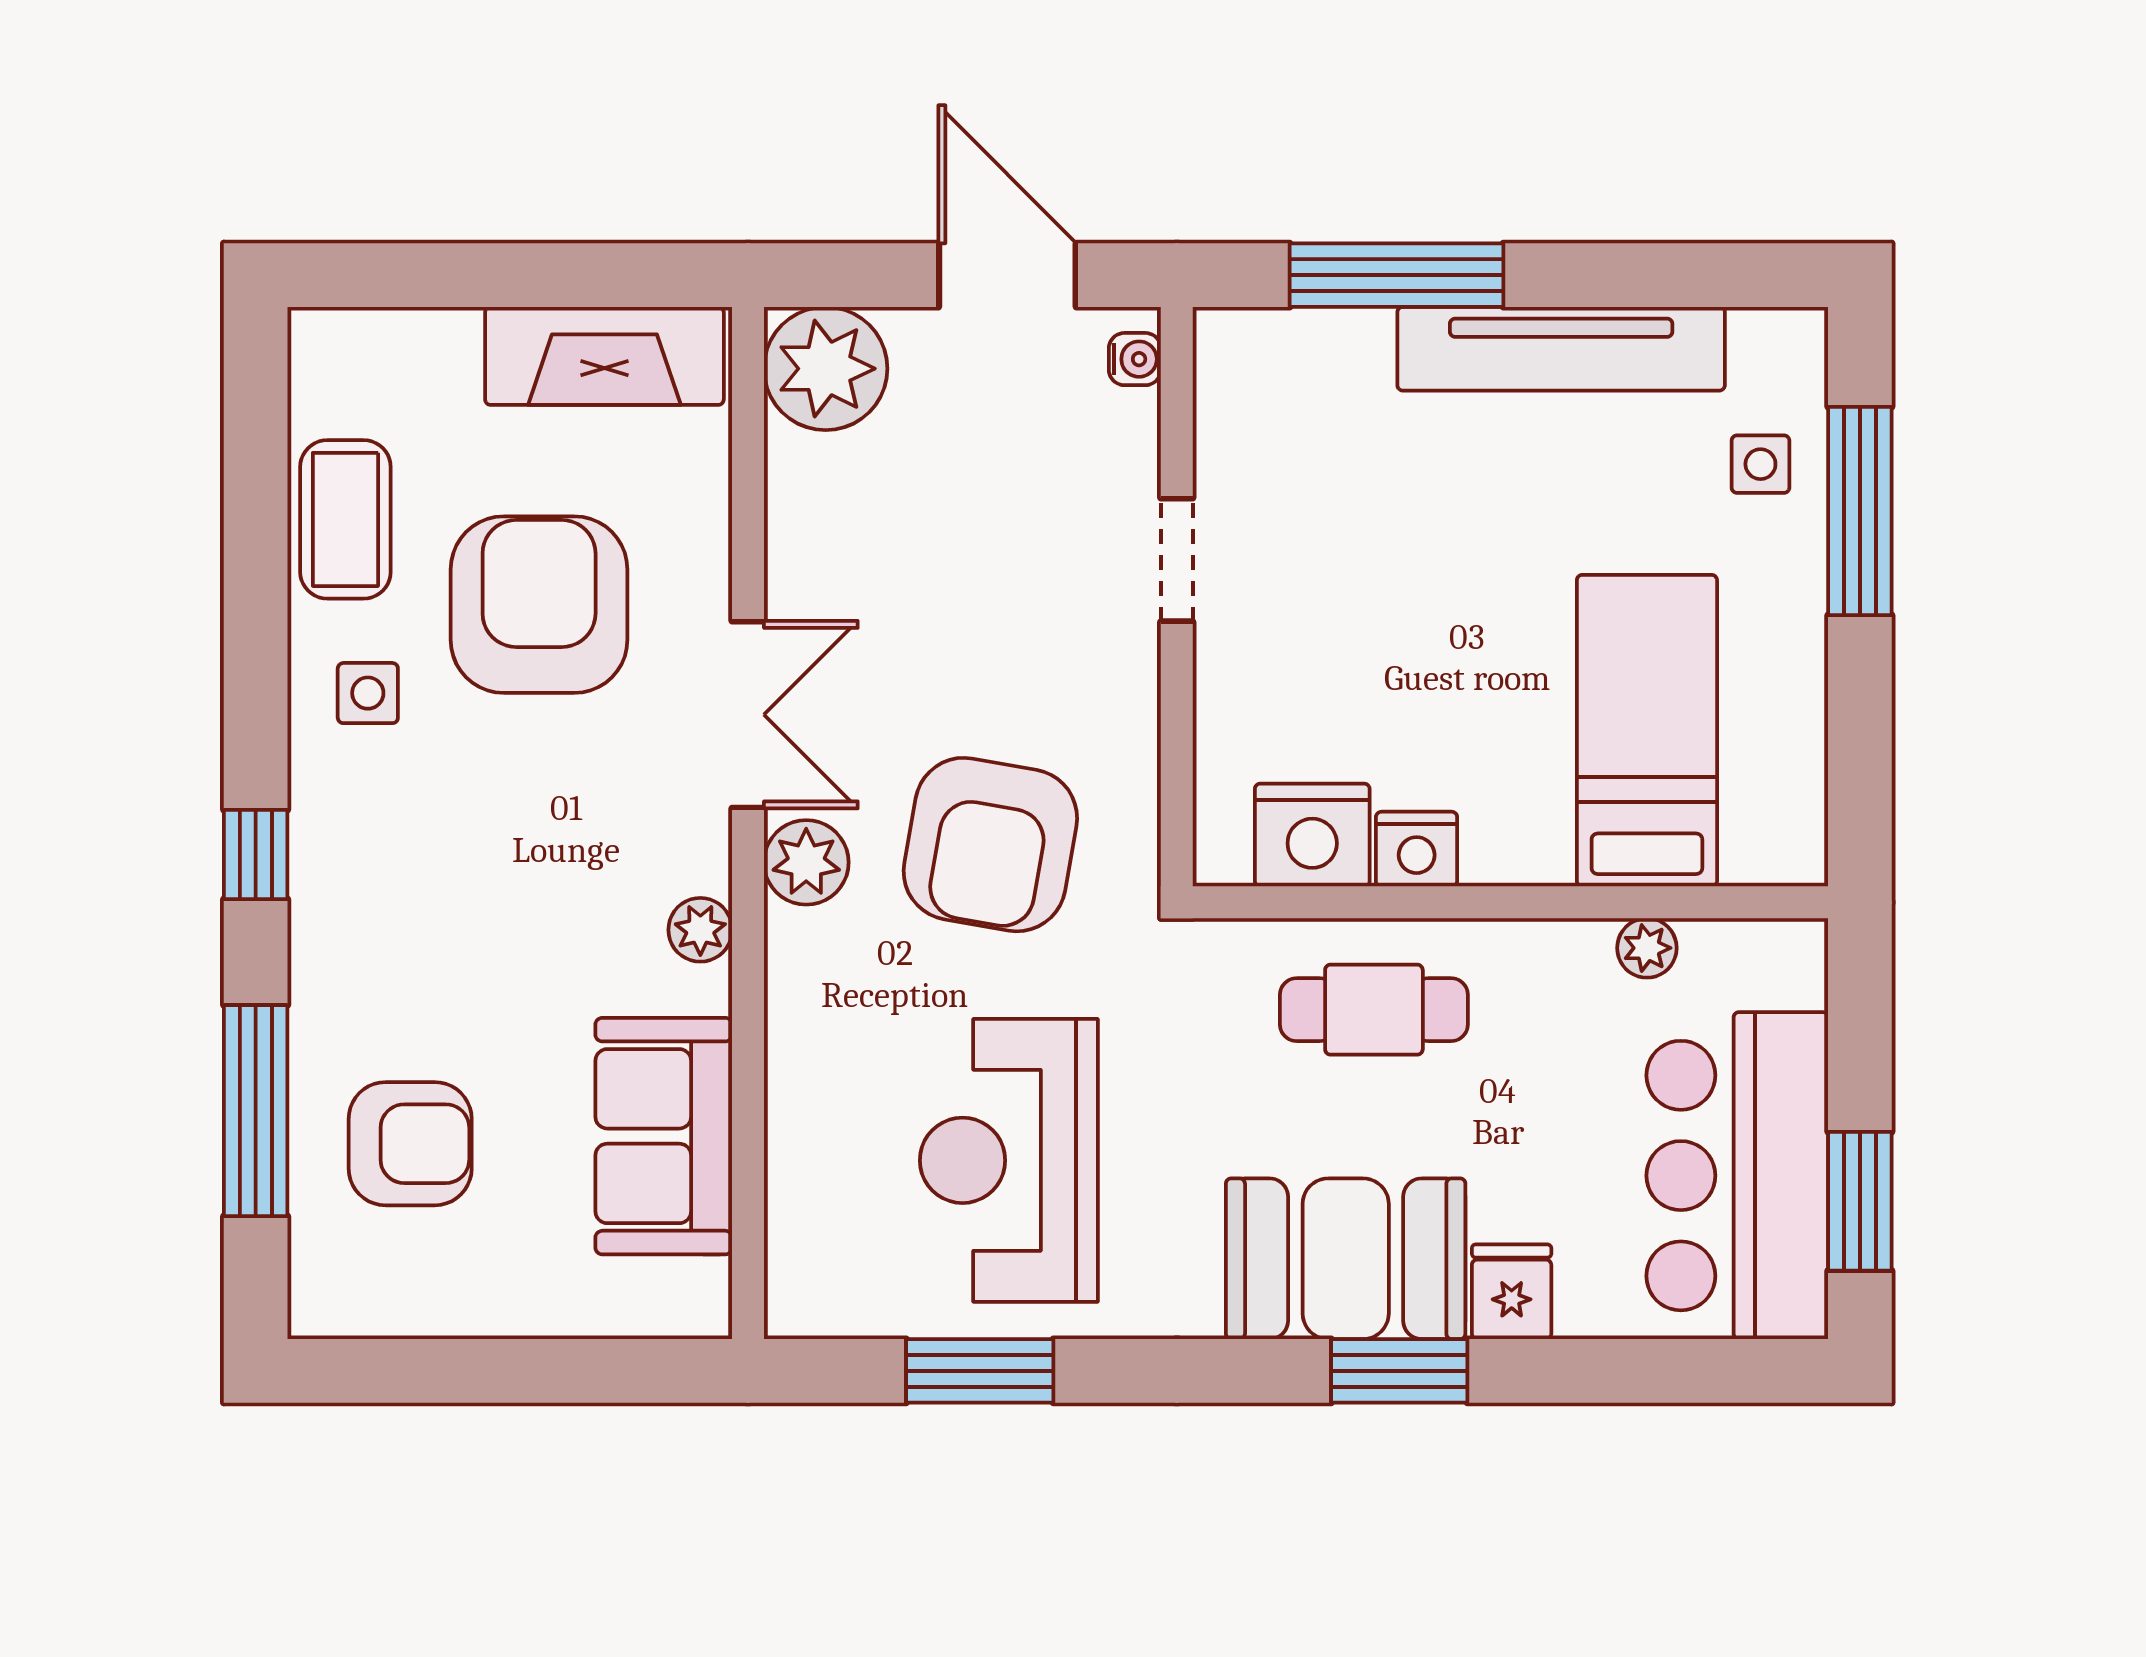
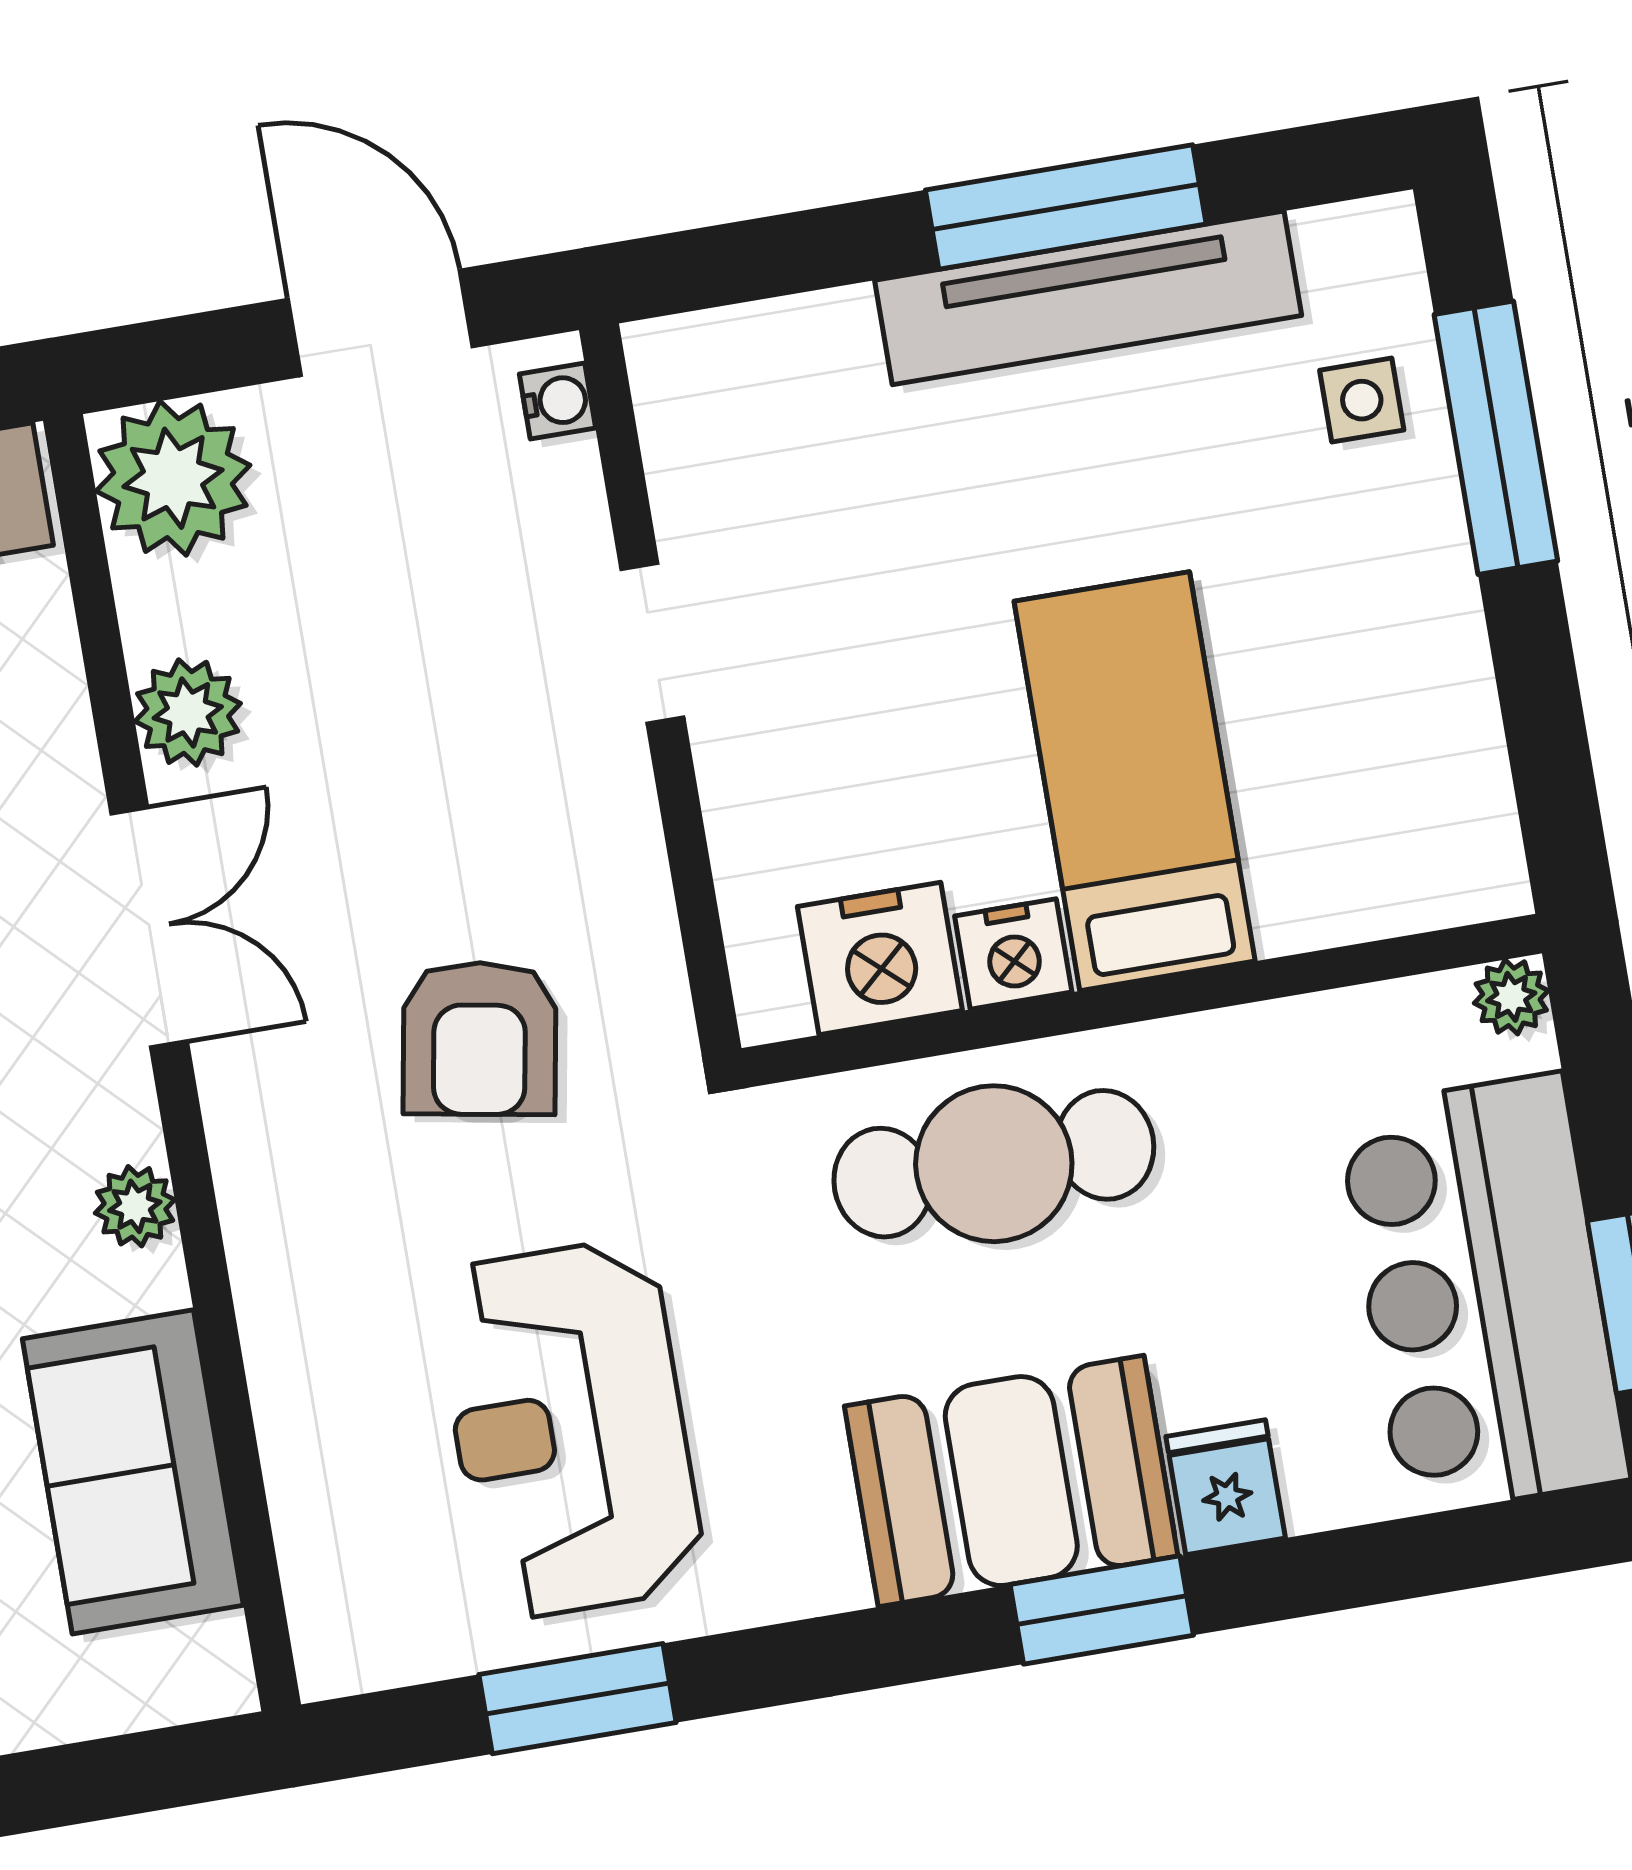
window: (1397, 275) -> (1066, 207), moved
bed: (1647, 731) -> (1135, 781), moved
armchair: (990, 845) -> (479, 1038), width x0.73, depth x0.73
plant: (806, 862) -> (188, 712), moved
plant: (1647, 948) -> (1511, 997), moved
cafe table: (1374, 1010) -> (994, 1164), width x1.37, depth x1.35

